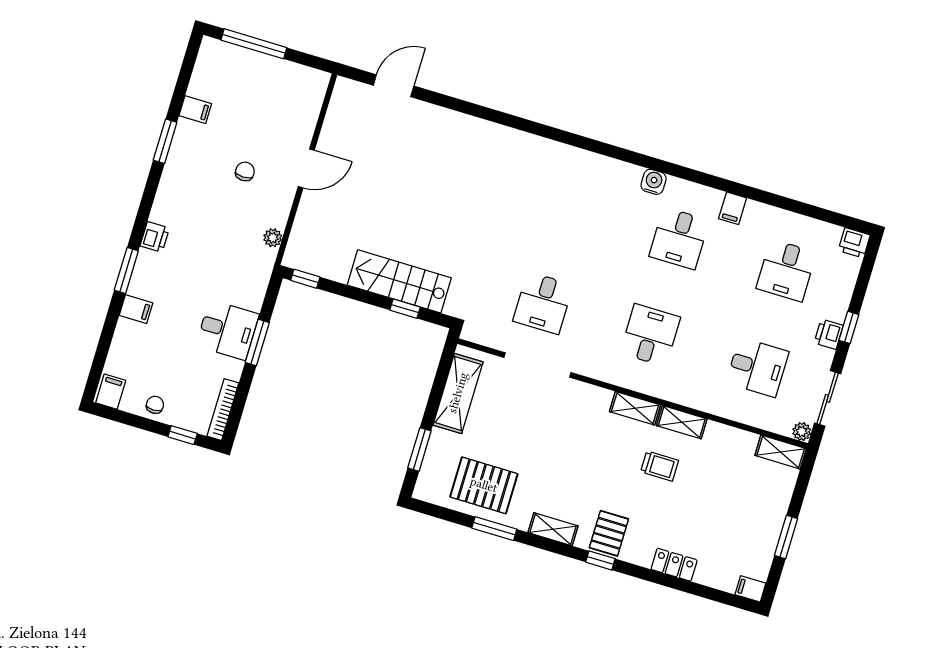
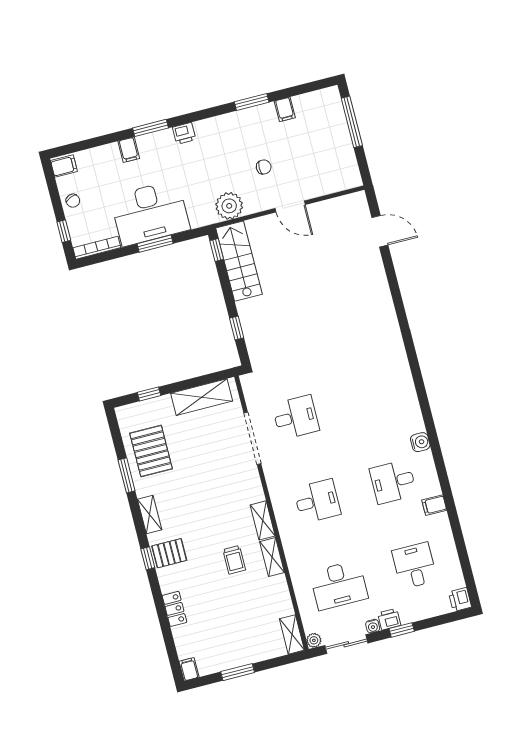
plant: (273, 238) -> (229, 206), width x1.87, depth x1.87
desk: (786, 270) -> (415, 566), turned 90
stairs: (399, 281) -> (239, 261), moved
desk: (543, 303) -> (296, 417), turned 180
desk: (227, 330) -> (150, 213), width x1.87, depth x1.30
water cooler: (825, 357) -> (373, 626), added
desk: (757, 367) -> (339, 585), width x1.37
chair: (155, 405) -> (73, 201), turned 67
window: (419, 449) -> (149, 394), width x0.67

